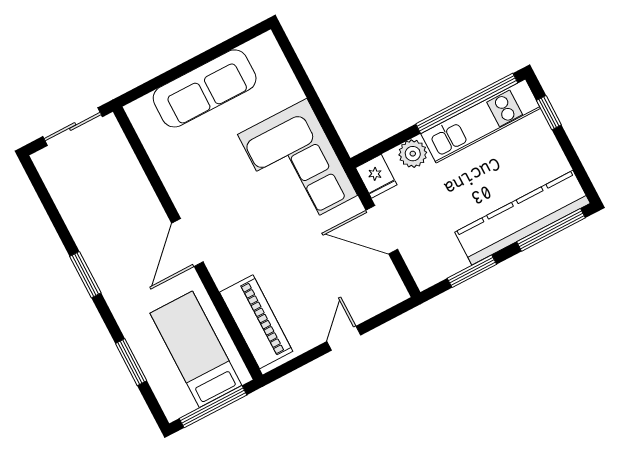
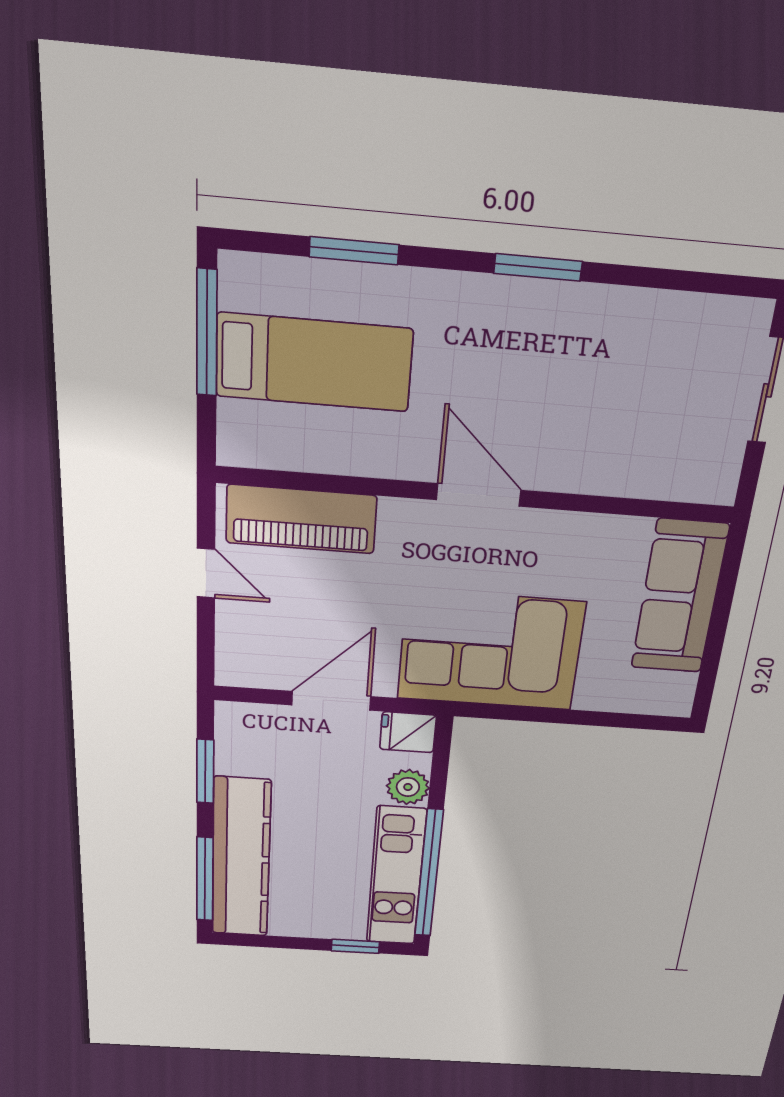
door: (187, 242) -> (479, 495), moved
wall: (188, 243) -> (477, 495), moved
piano: (256, 322) -> (301, 519), moved

